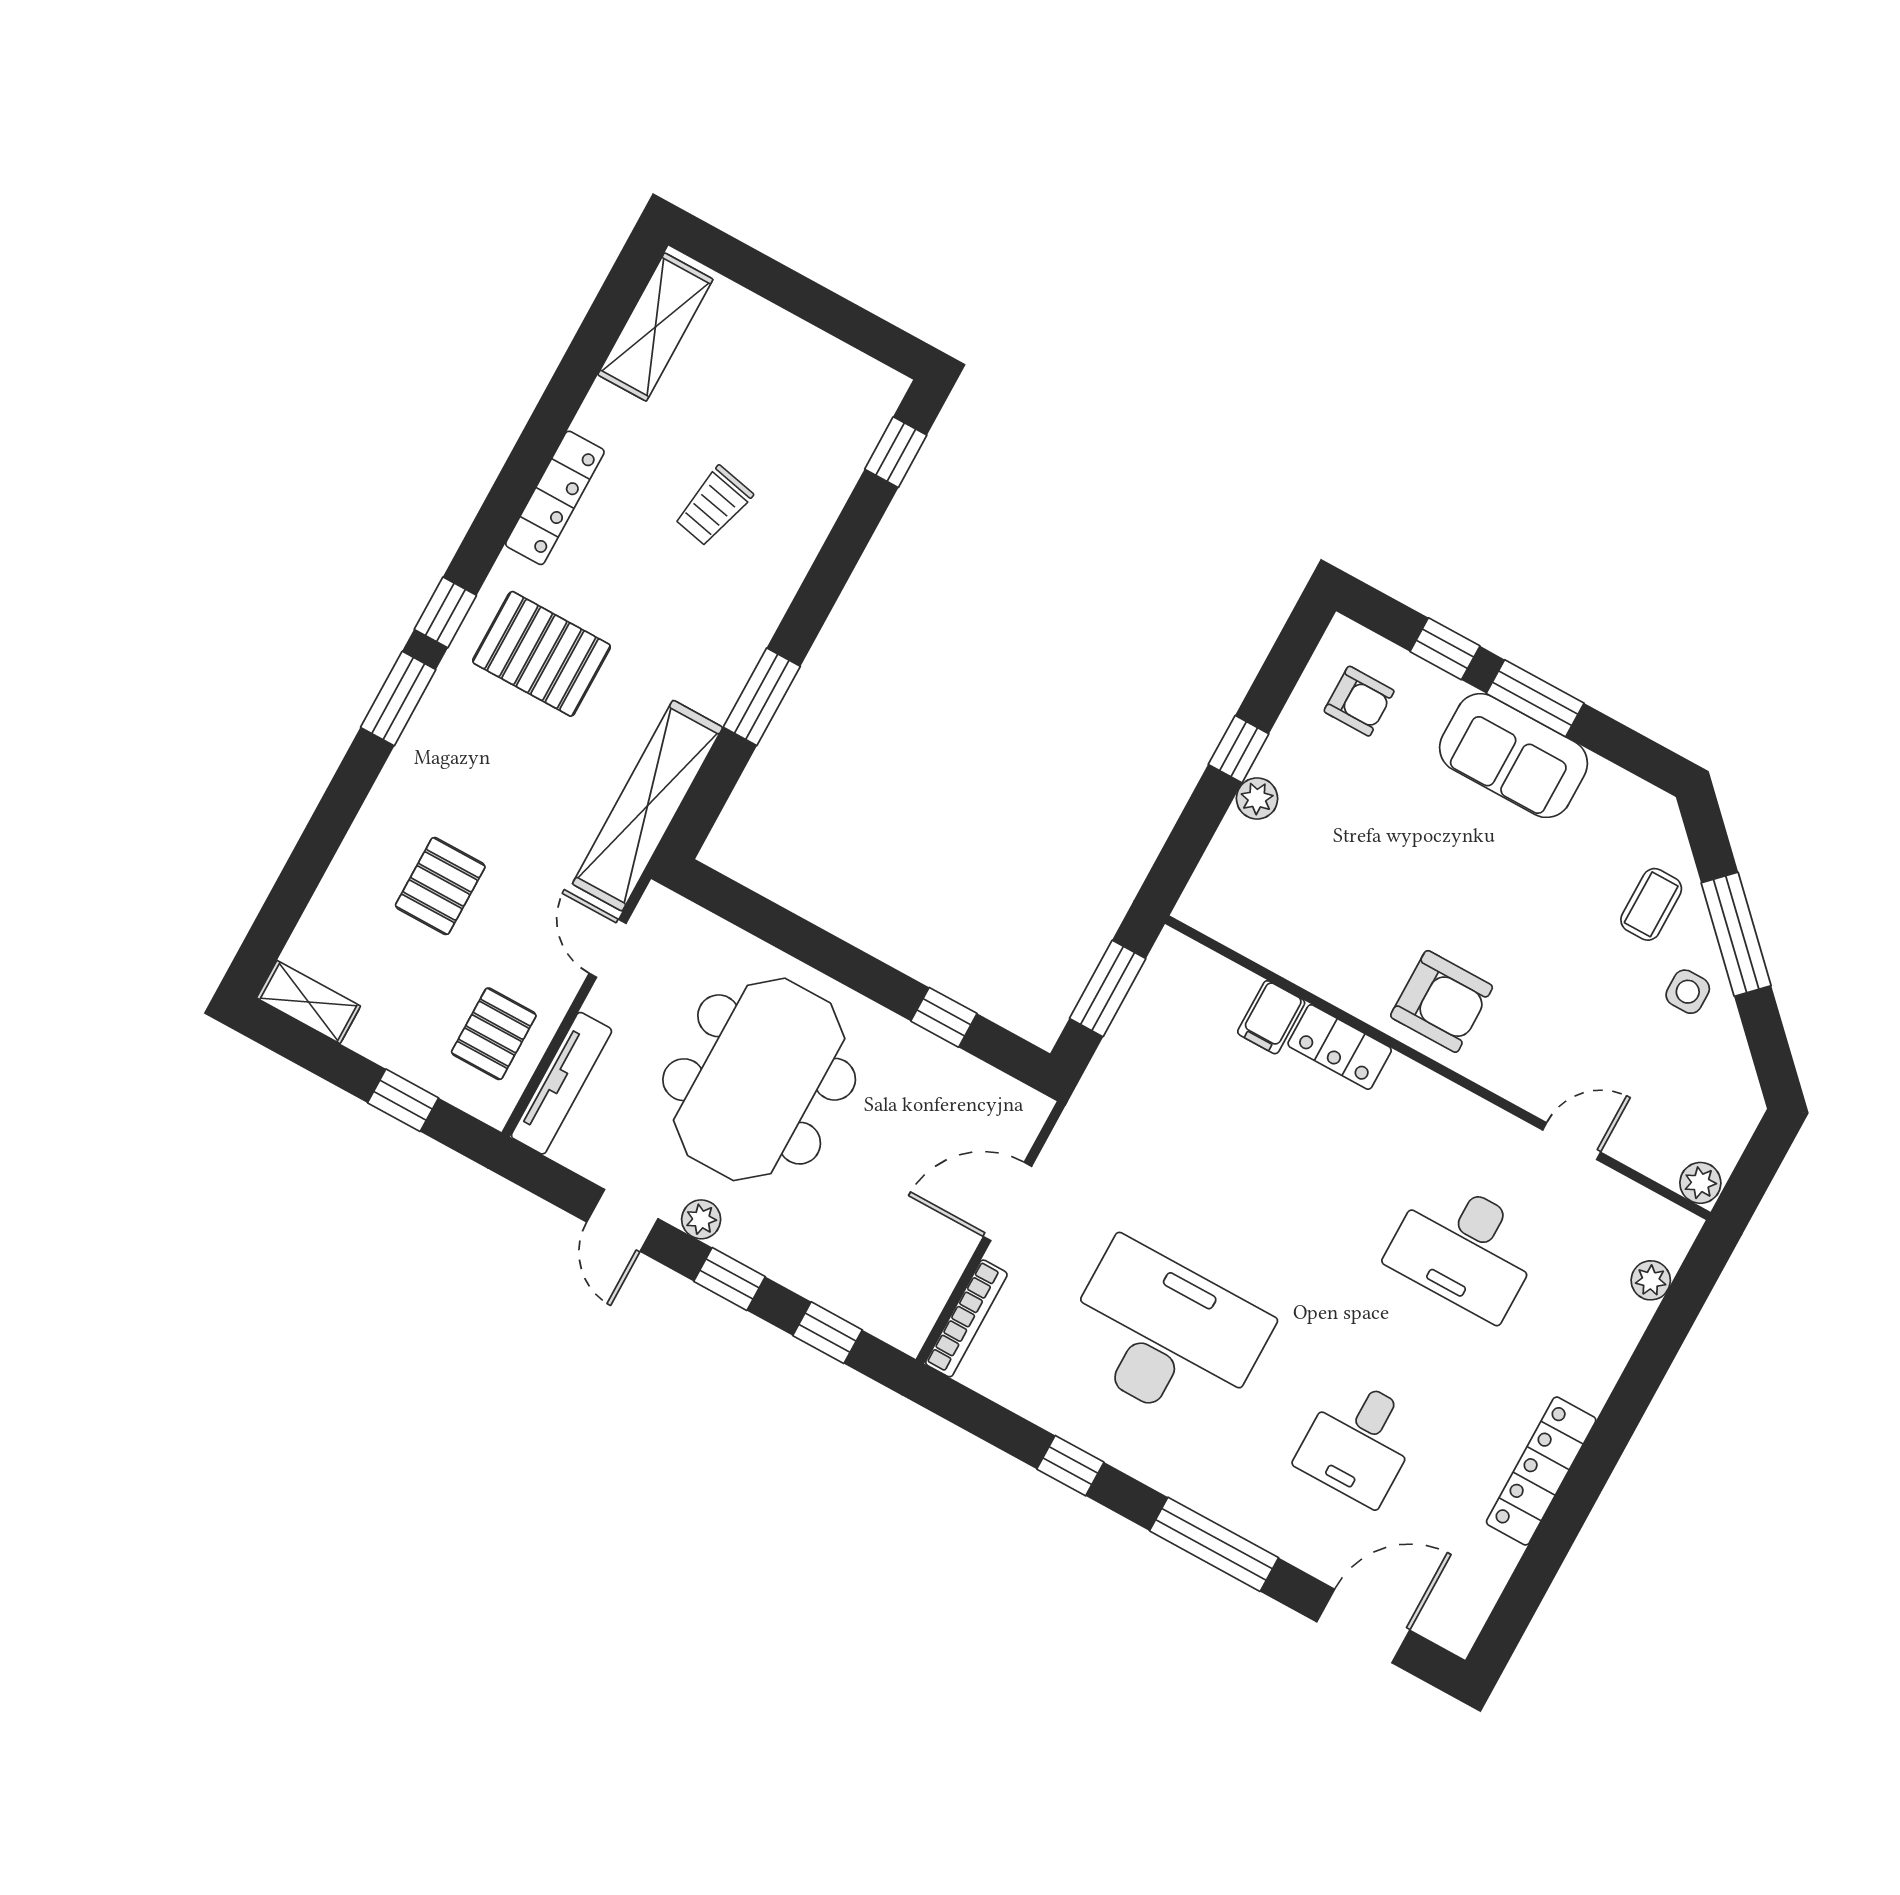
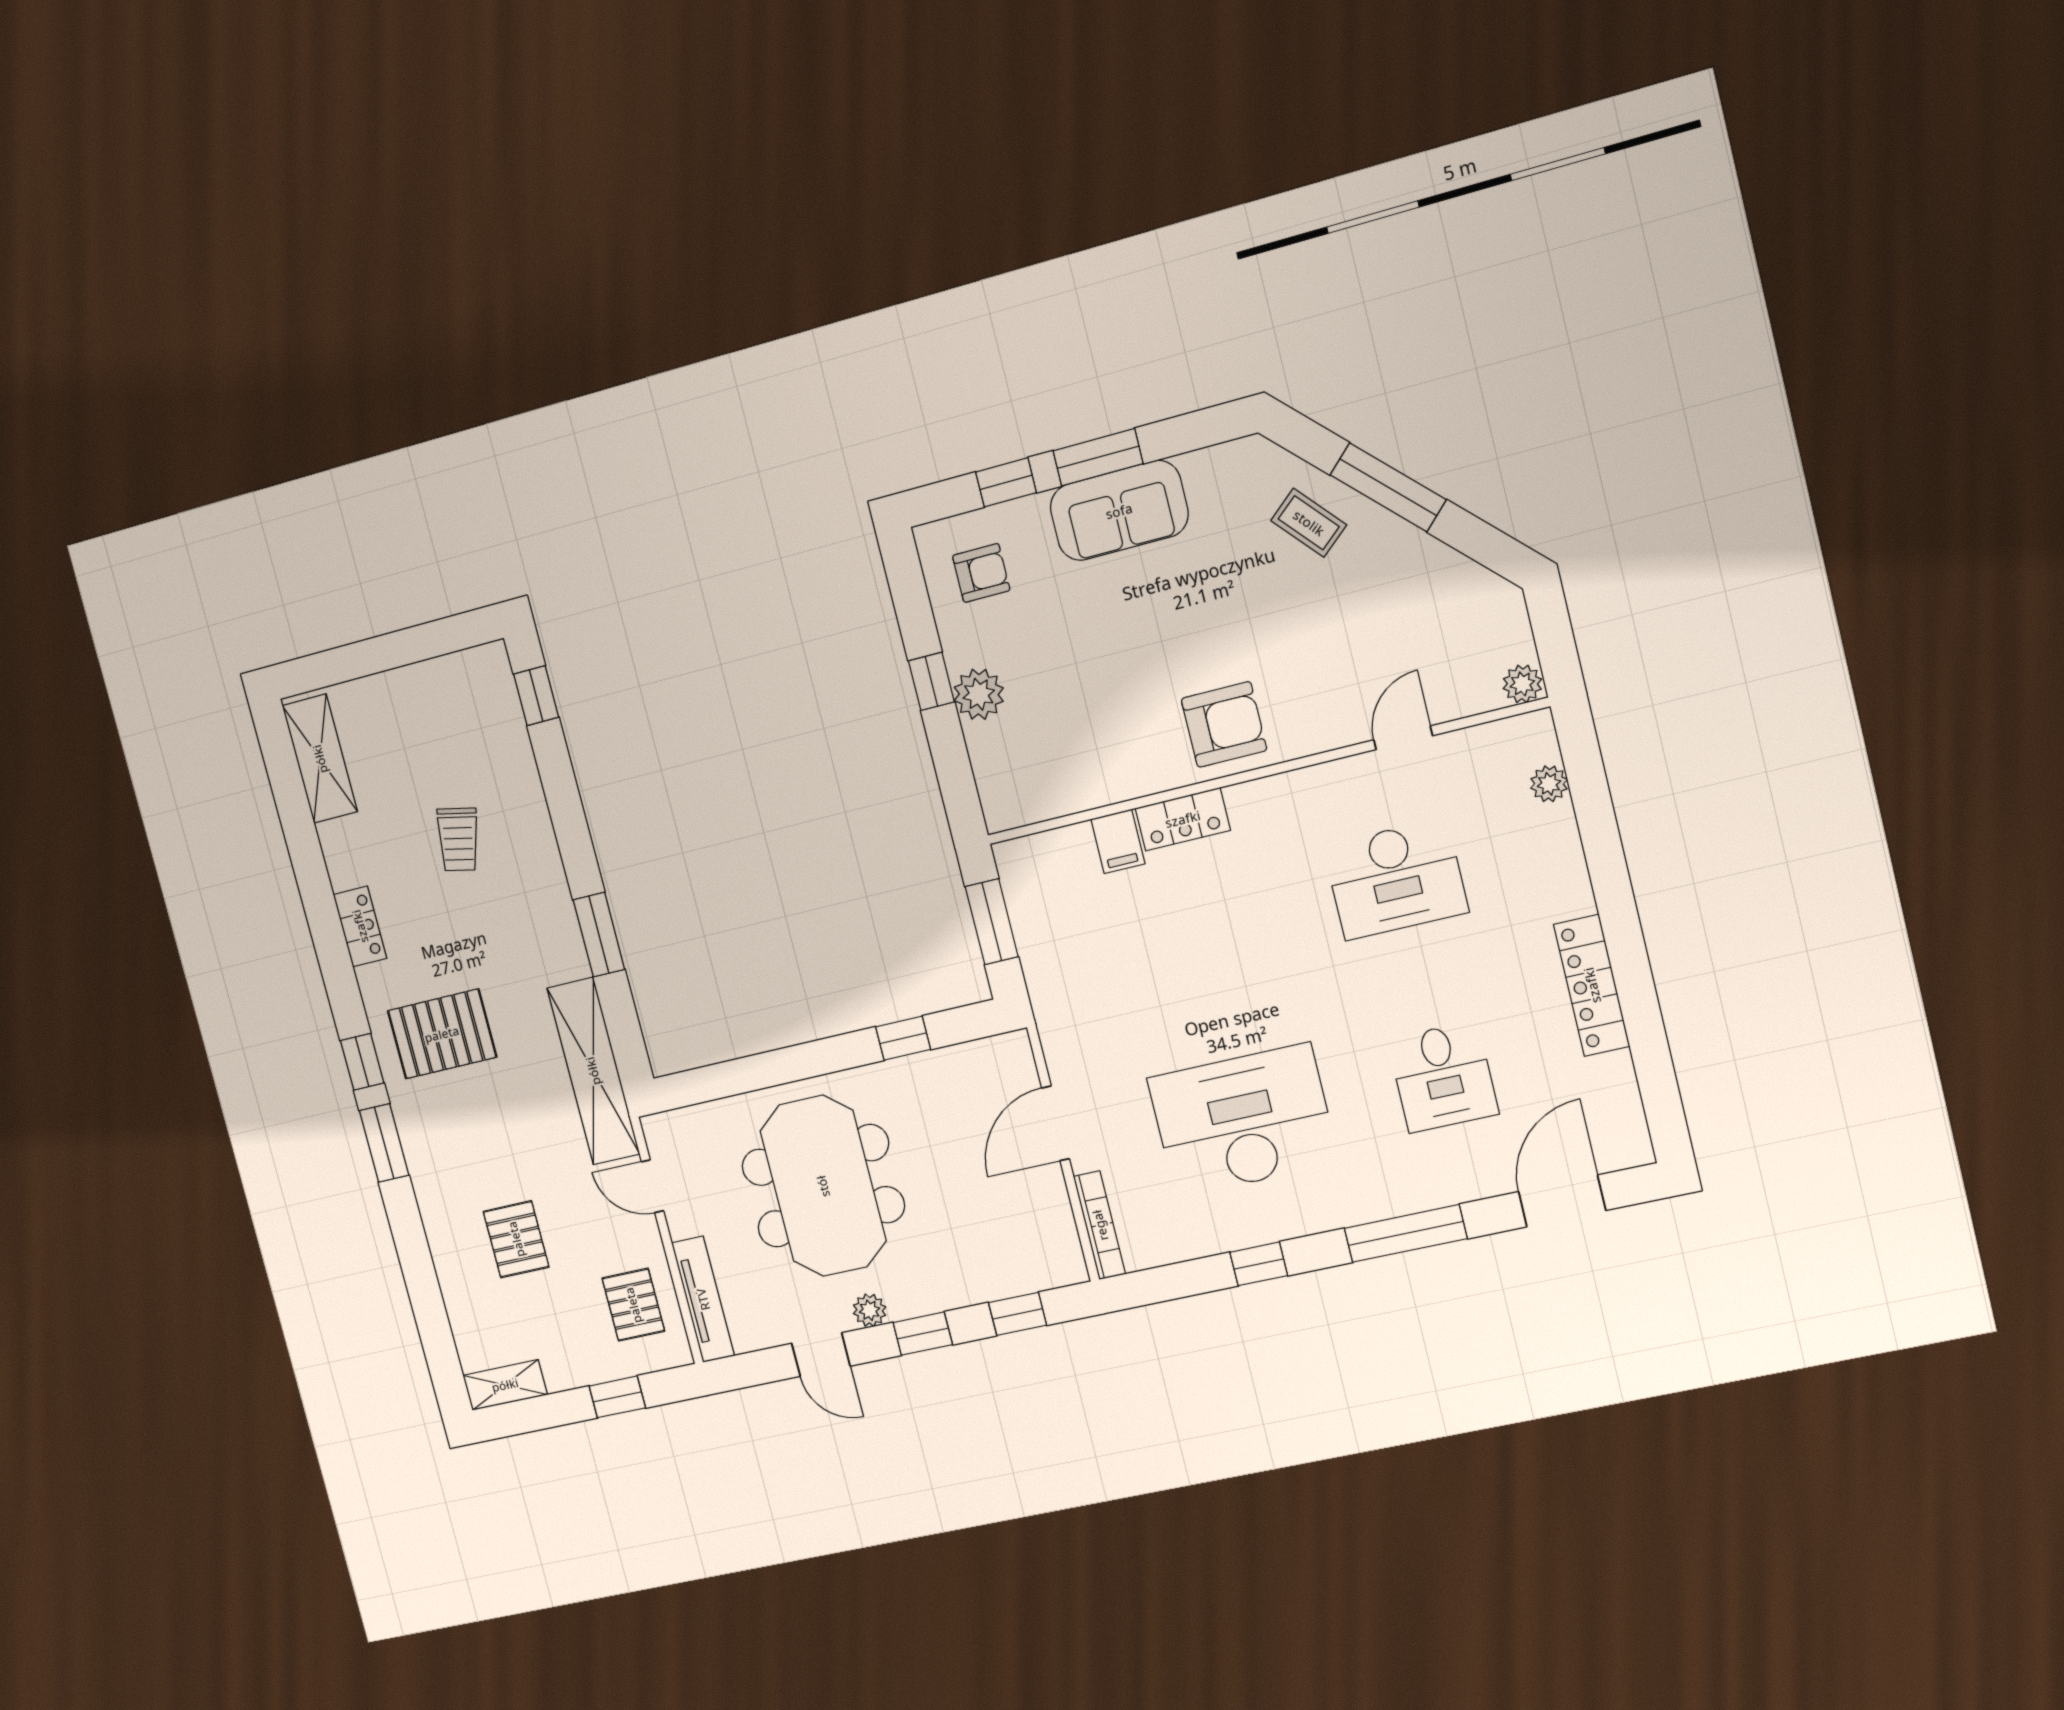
locker: (555, 498) -> (360, 926), width x0.66
plant: (1257, 798) -> (979, 694), width x1.38, depth x1.38
coffee table: (1651, 904) -> (1309, 523), turned -41
side table: (1688, 992) -> (1390, 559), removed

